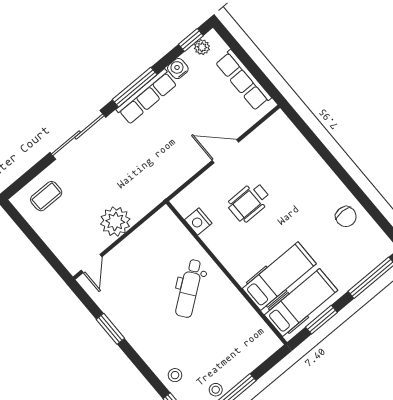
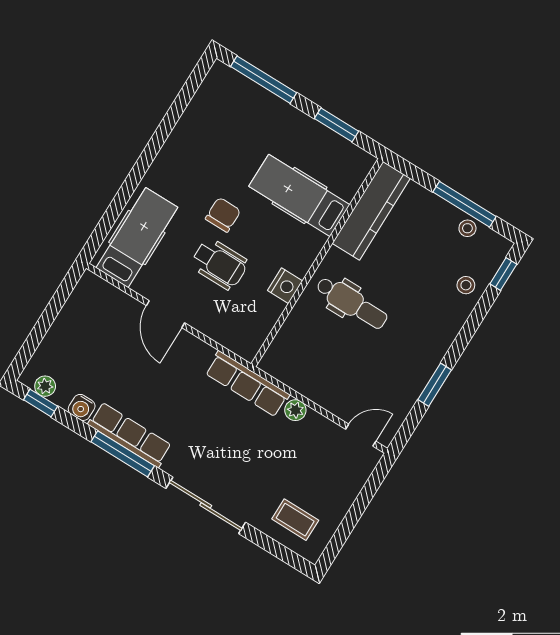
row of seats: (243, 80) -> (247, 384), moved, turned 90
chair: (346, 217) -> (223, 215), moved
plant: (115, 221) -> (295, 410), width x0.53, depth x0.53
nightstand: (198, 222) -> (285, 286), moved
dental chair: (189, 288) -> (352, 303), turned 37
hospital bed: (301, 303) -> (137, 238), moved, turned 90
kitchen counter: (251, 324) -> (371, 211), added

